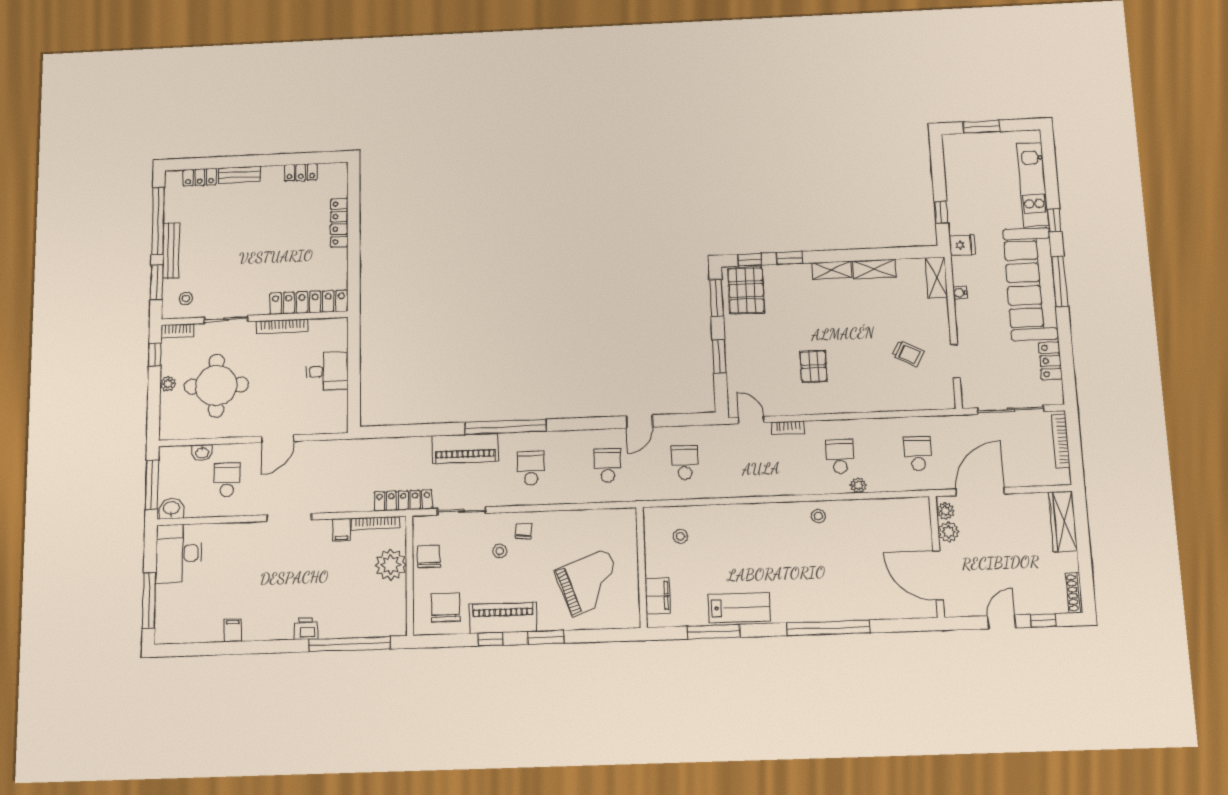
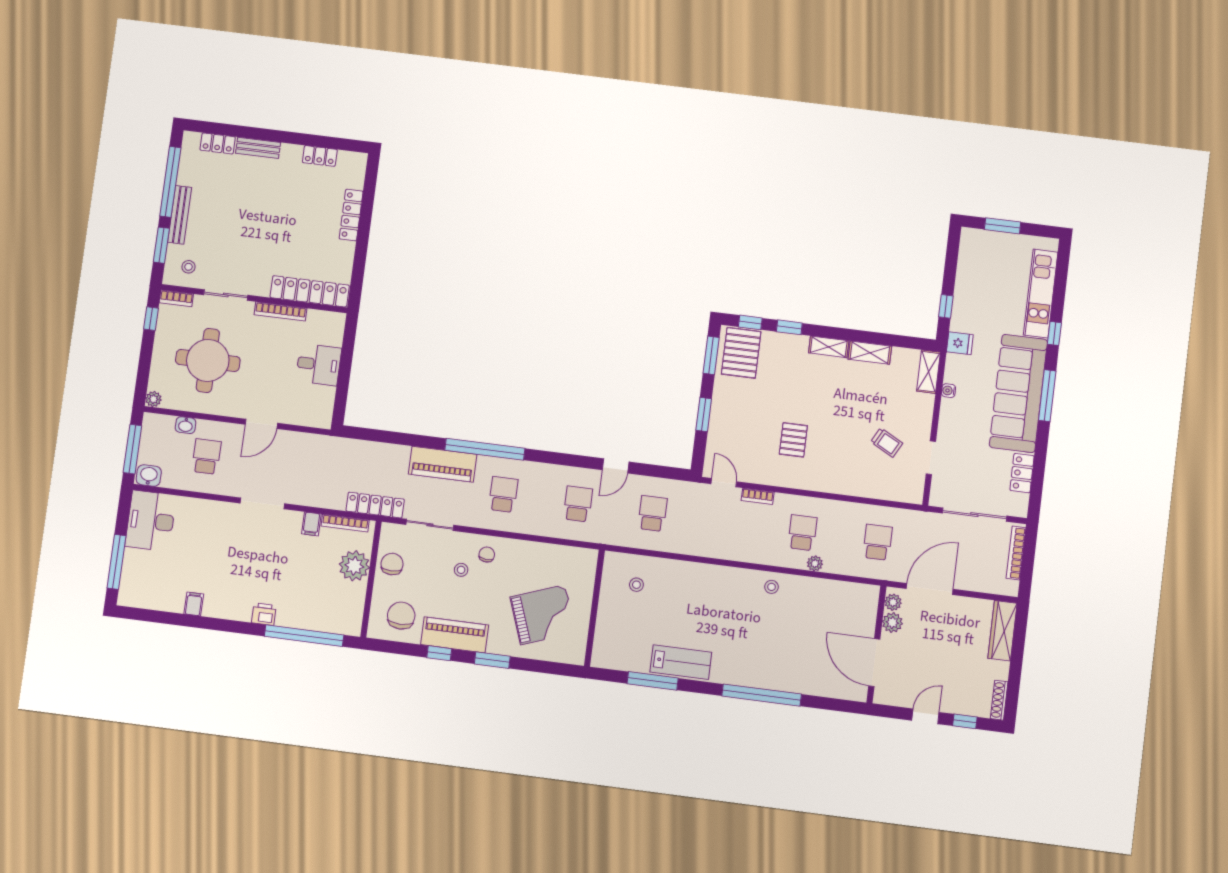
plant: (168, 384) -> (153, 399), moved
filing cabinet: (658, 596) -> (605, 638), removed

